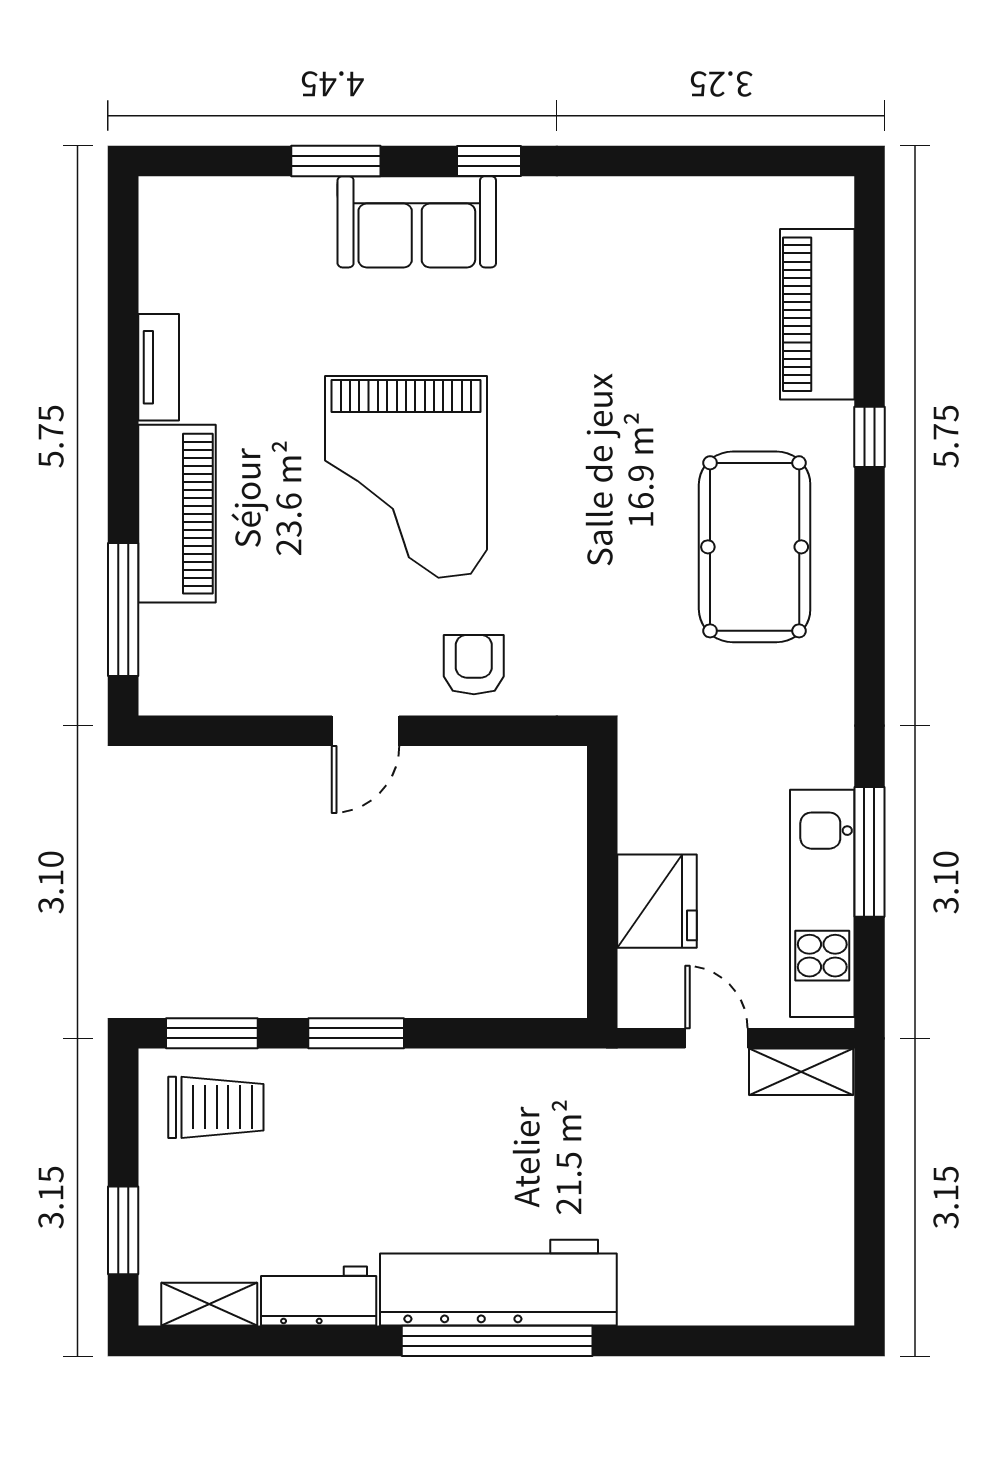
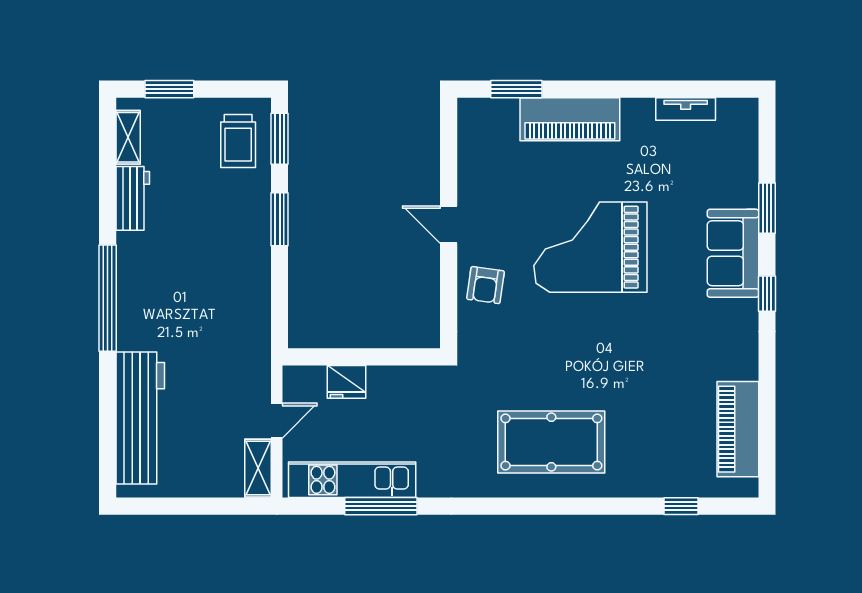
piano: (817, 314) -> (738, 429), moved, turned -90
tv unit: (159, 367) -> (686, 109), moved
window: (869, 437) -> (681, 506), moved
window: (123, 609) -> (516, 89), width x0.69
armchair: (474, 665) -> (486, 285), turned 98
fridge: (657, 901) -> (346, 382), width x0.73, depth x0.75
workbench: (498, 1283) -> (140, 418), moved

